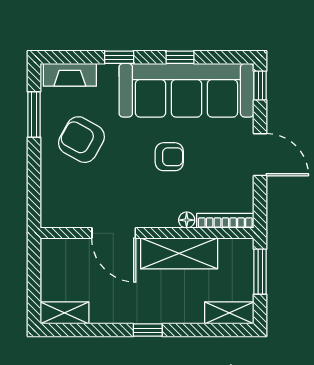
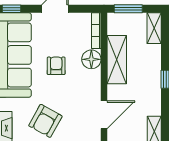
floor lamp: (187, 220) -> (91, 59), width x1.89, depth x1.89
door: (114, 233) -> (104, 115), moved

